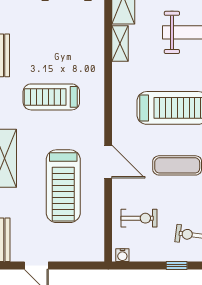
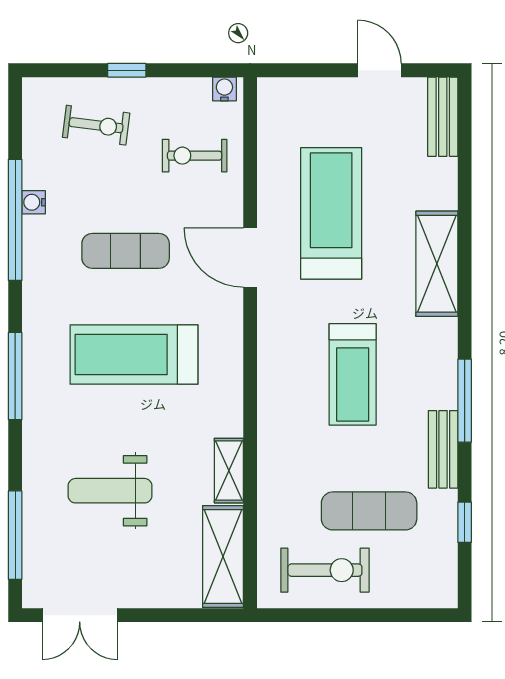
exercise mat: (42, 21) -> (369, 511), added
treadmill: (51, 97) -> (353, 374), turned 90

